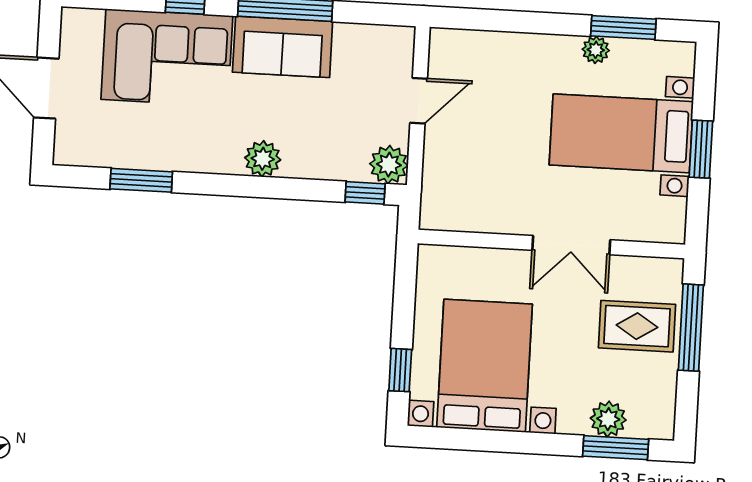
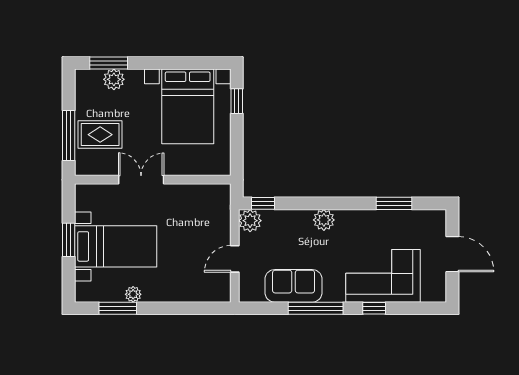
sofa: (283, 47) -> (294, 286), moved

